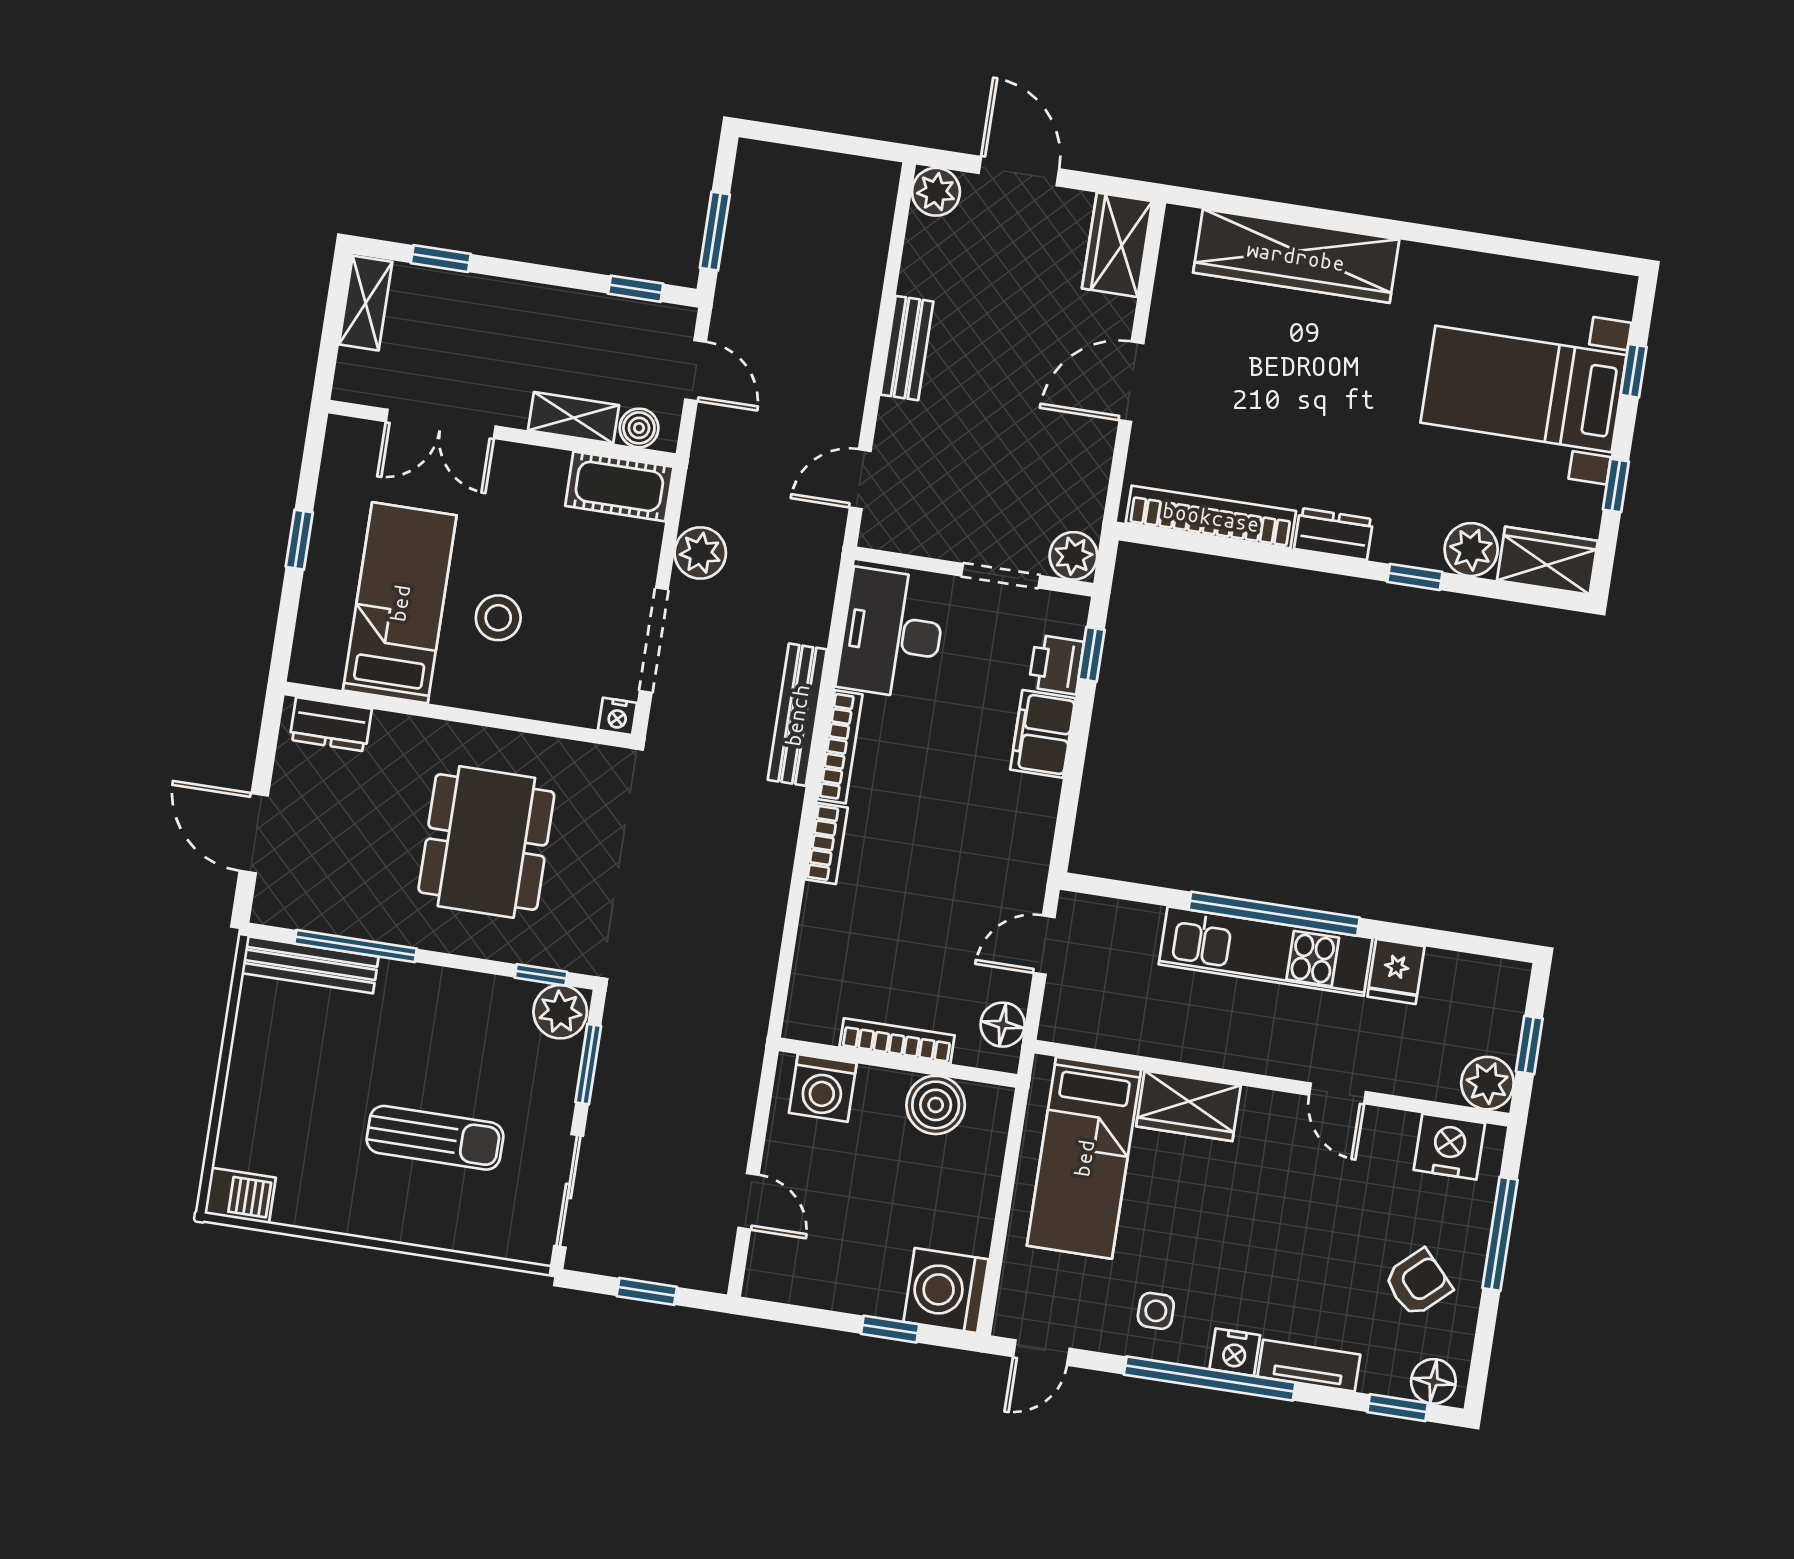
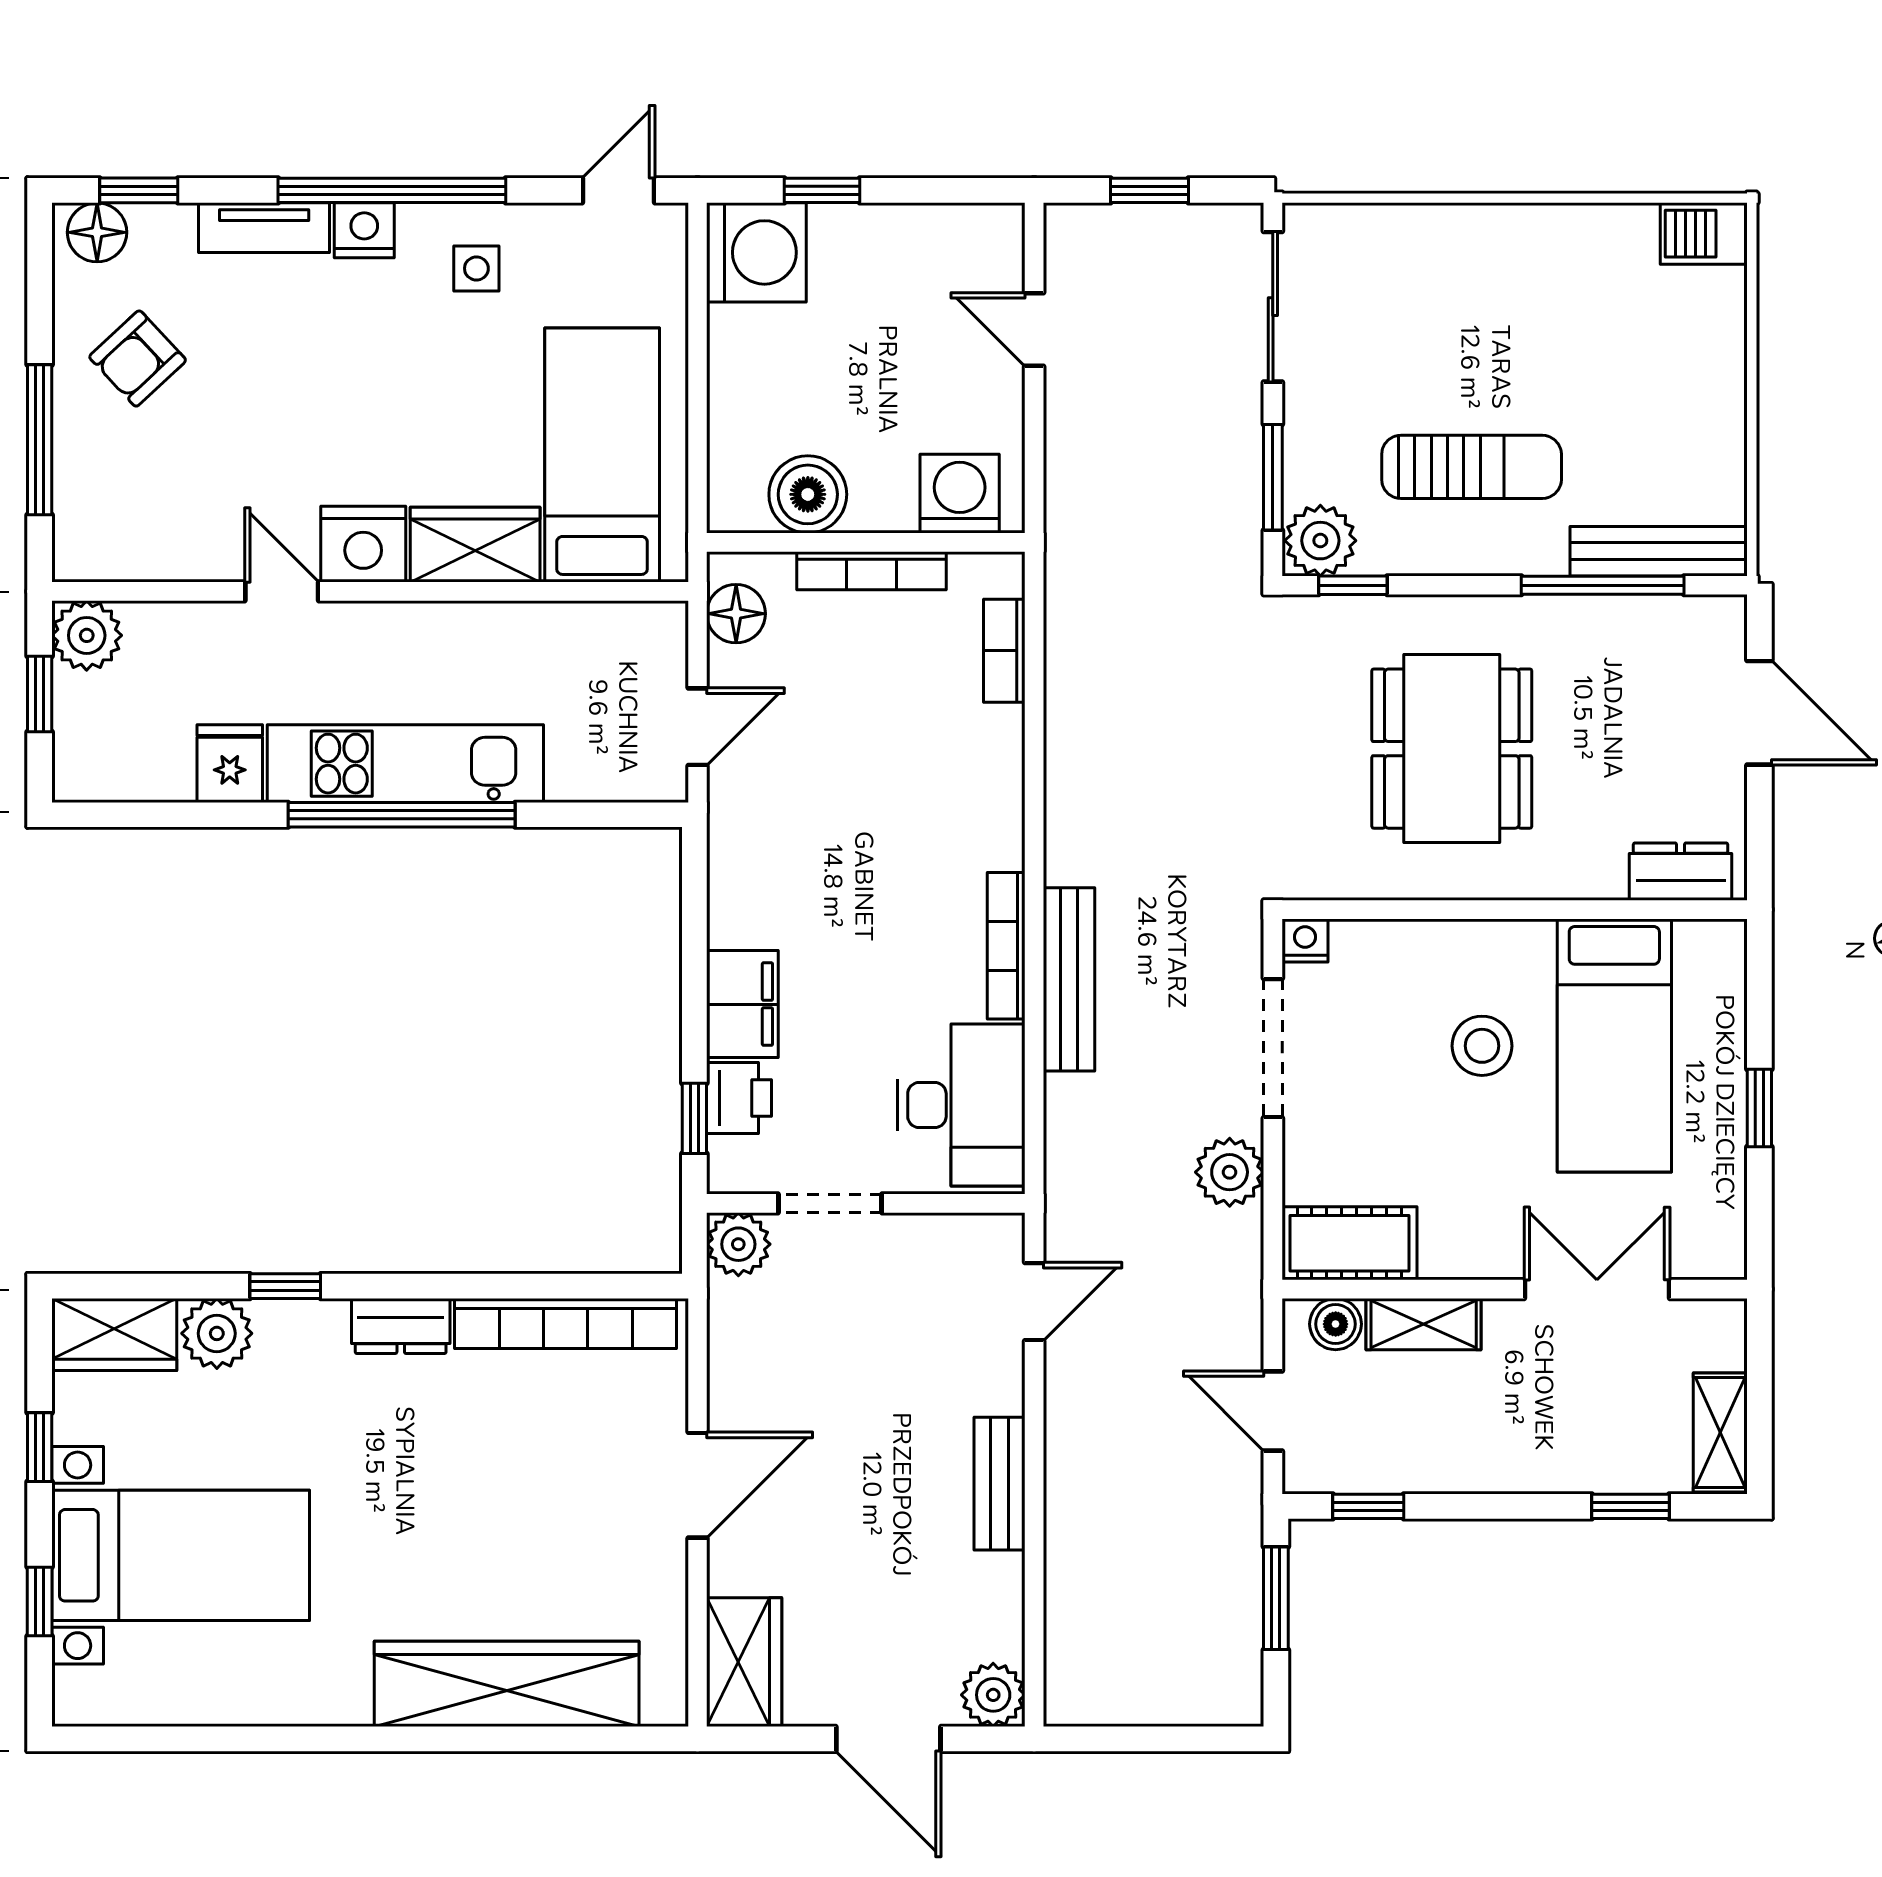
bookcase: (827, 843) -> (1004, 651), moved
sun lounger: (435, 1138) -> (1472, 467), moved, turned 180
nightstand: (1449, 1147) -> (363, 544), moved

